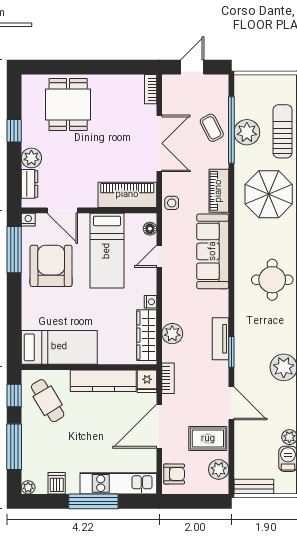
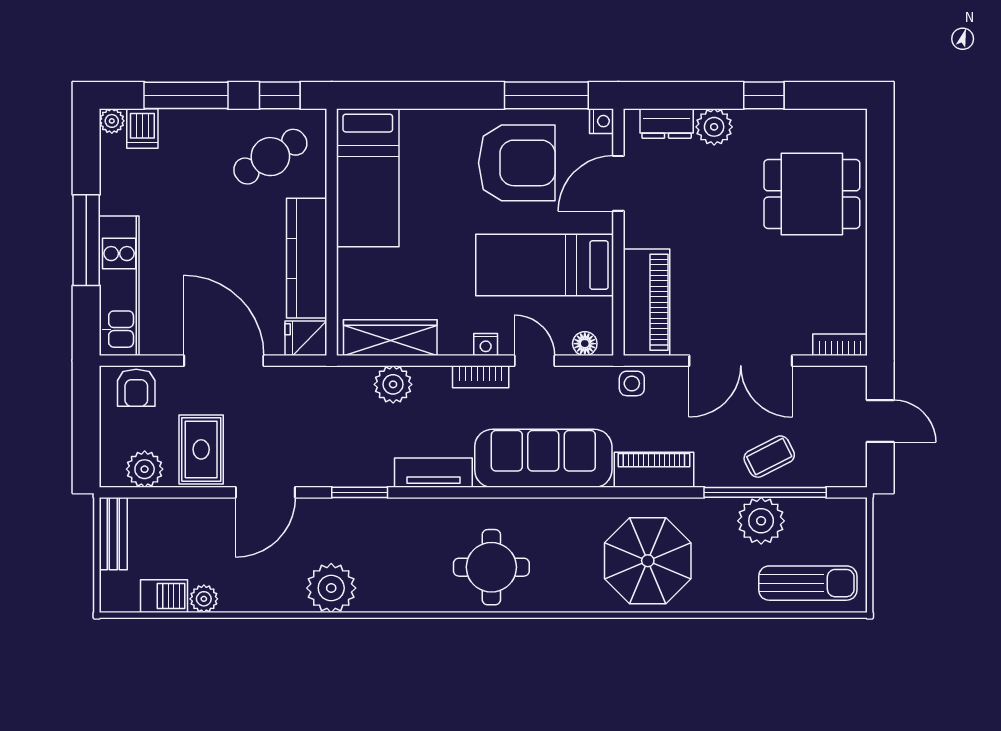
sun lounger: (283, 131) -> (808, 583), moved
nightstand: (150, 302) -> (486, 345), moved
tv unit: (221, 339) -> (433, 473), moved
bookcase: (168, 378) -> (481, 377), moved
dishwasher: (57, 483) -> (142, 128), moved, turned 90

